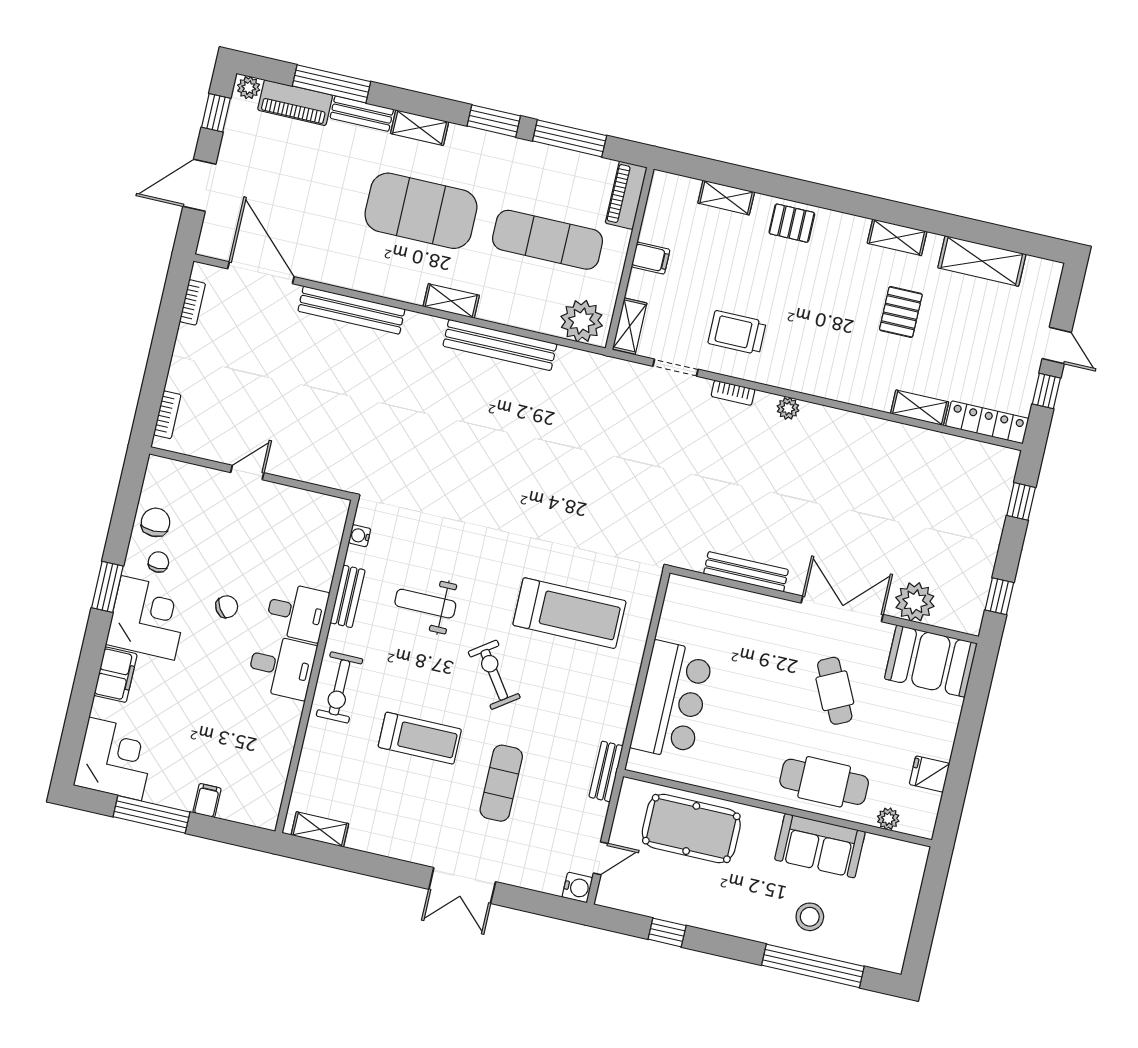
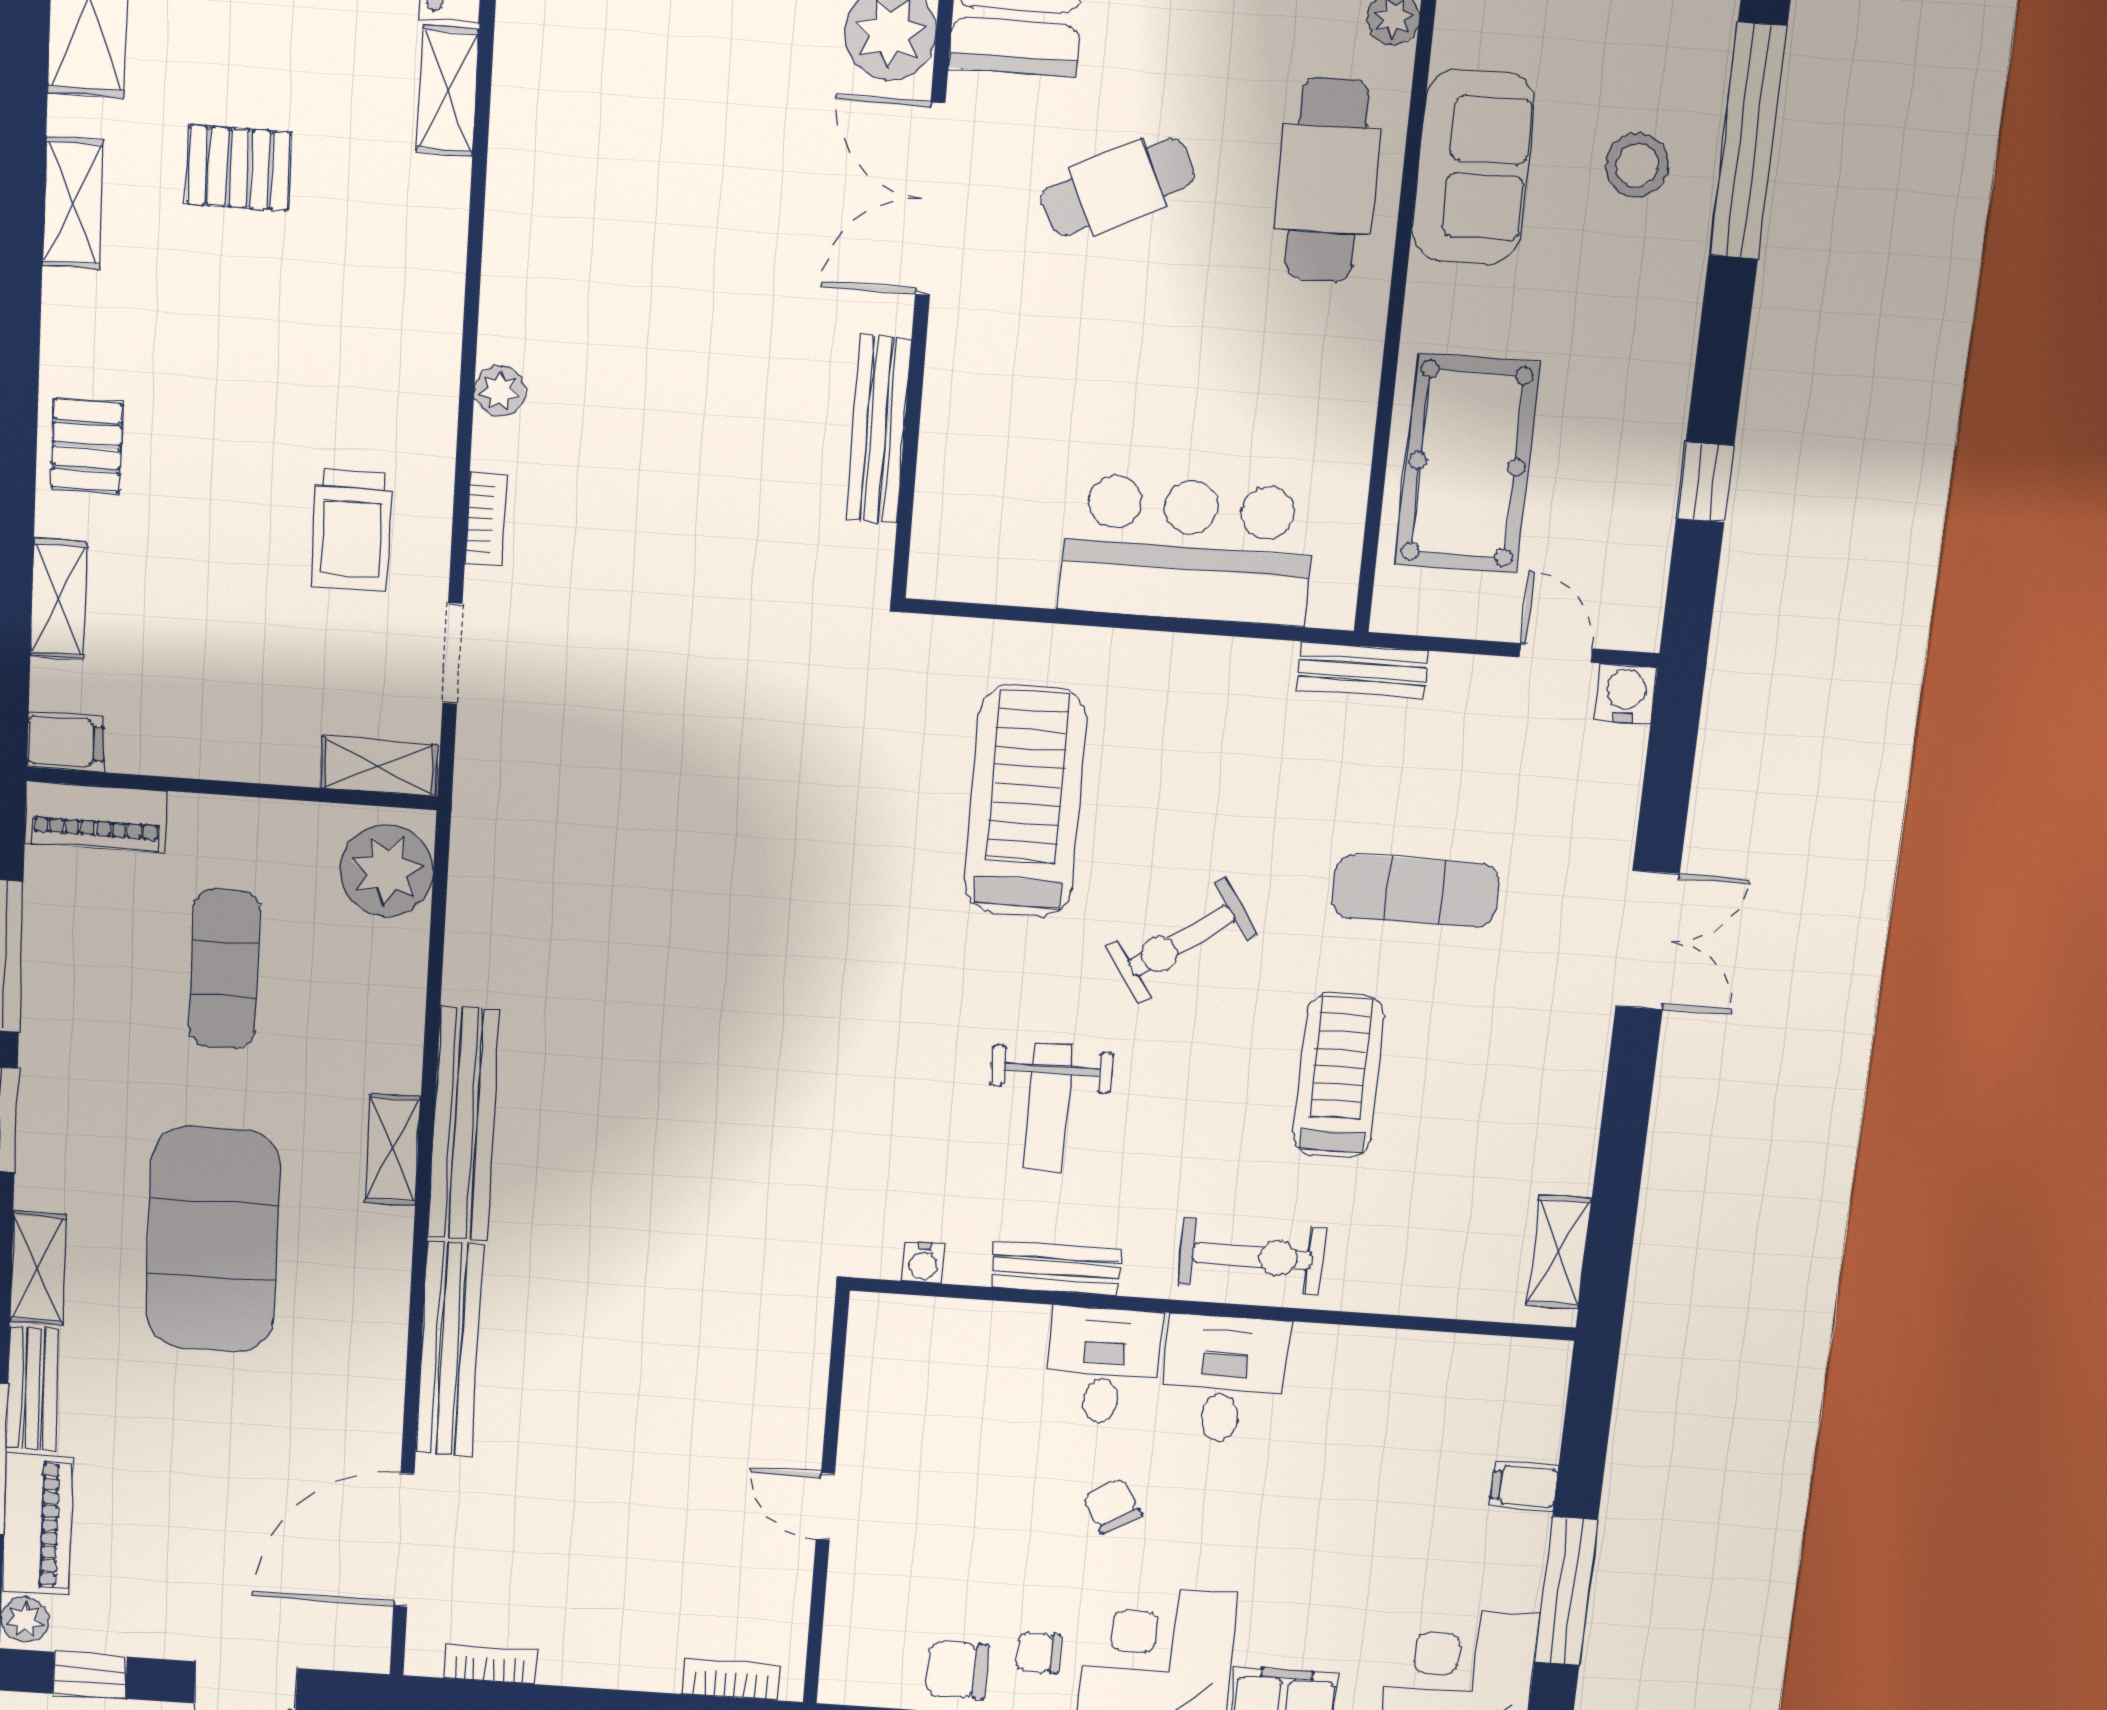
exercise mat: (548, 240) -> (224, 969), width x0.73, depth x0.69
filing cabinet: (651, 258) -> (66, 742), moved, turned 90
bench: (500, 345) -> (464, 1124), moved

